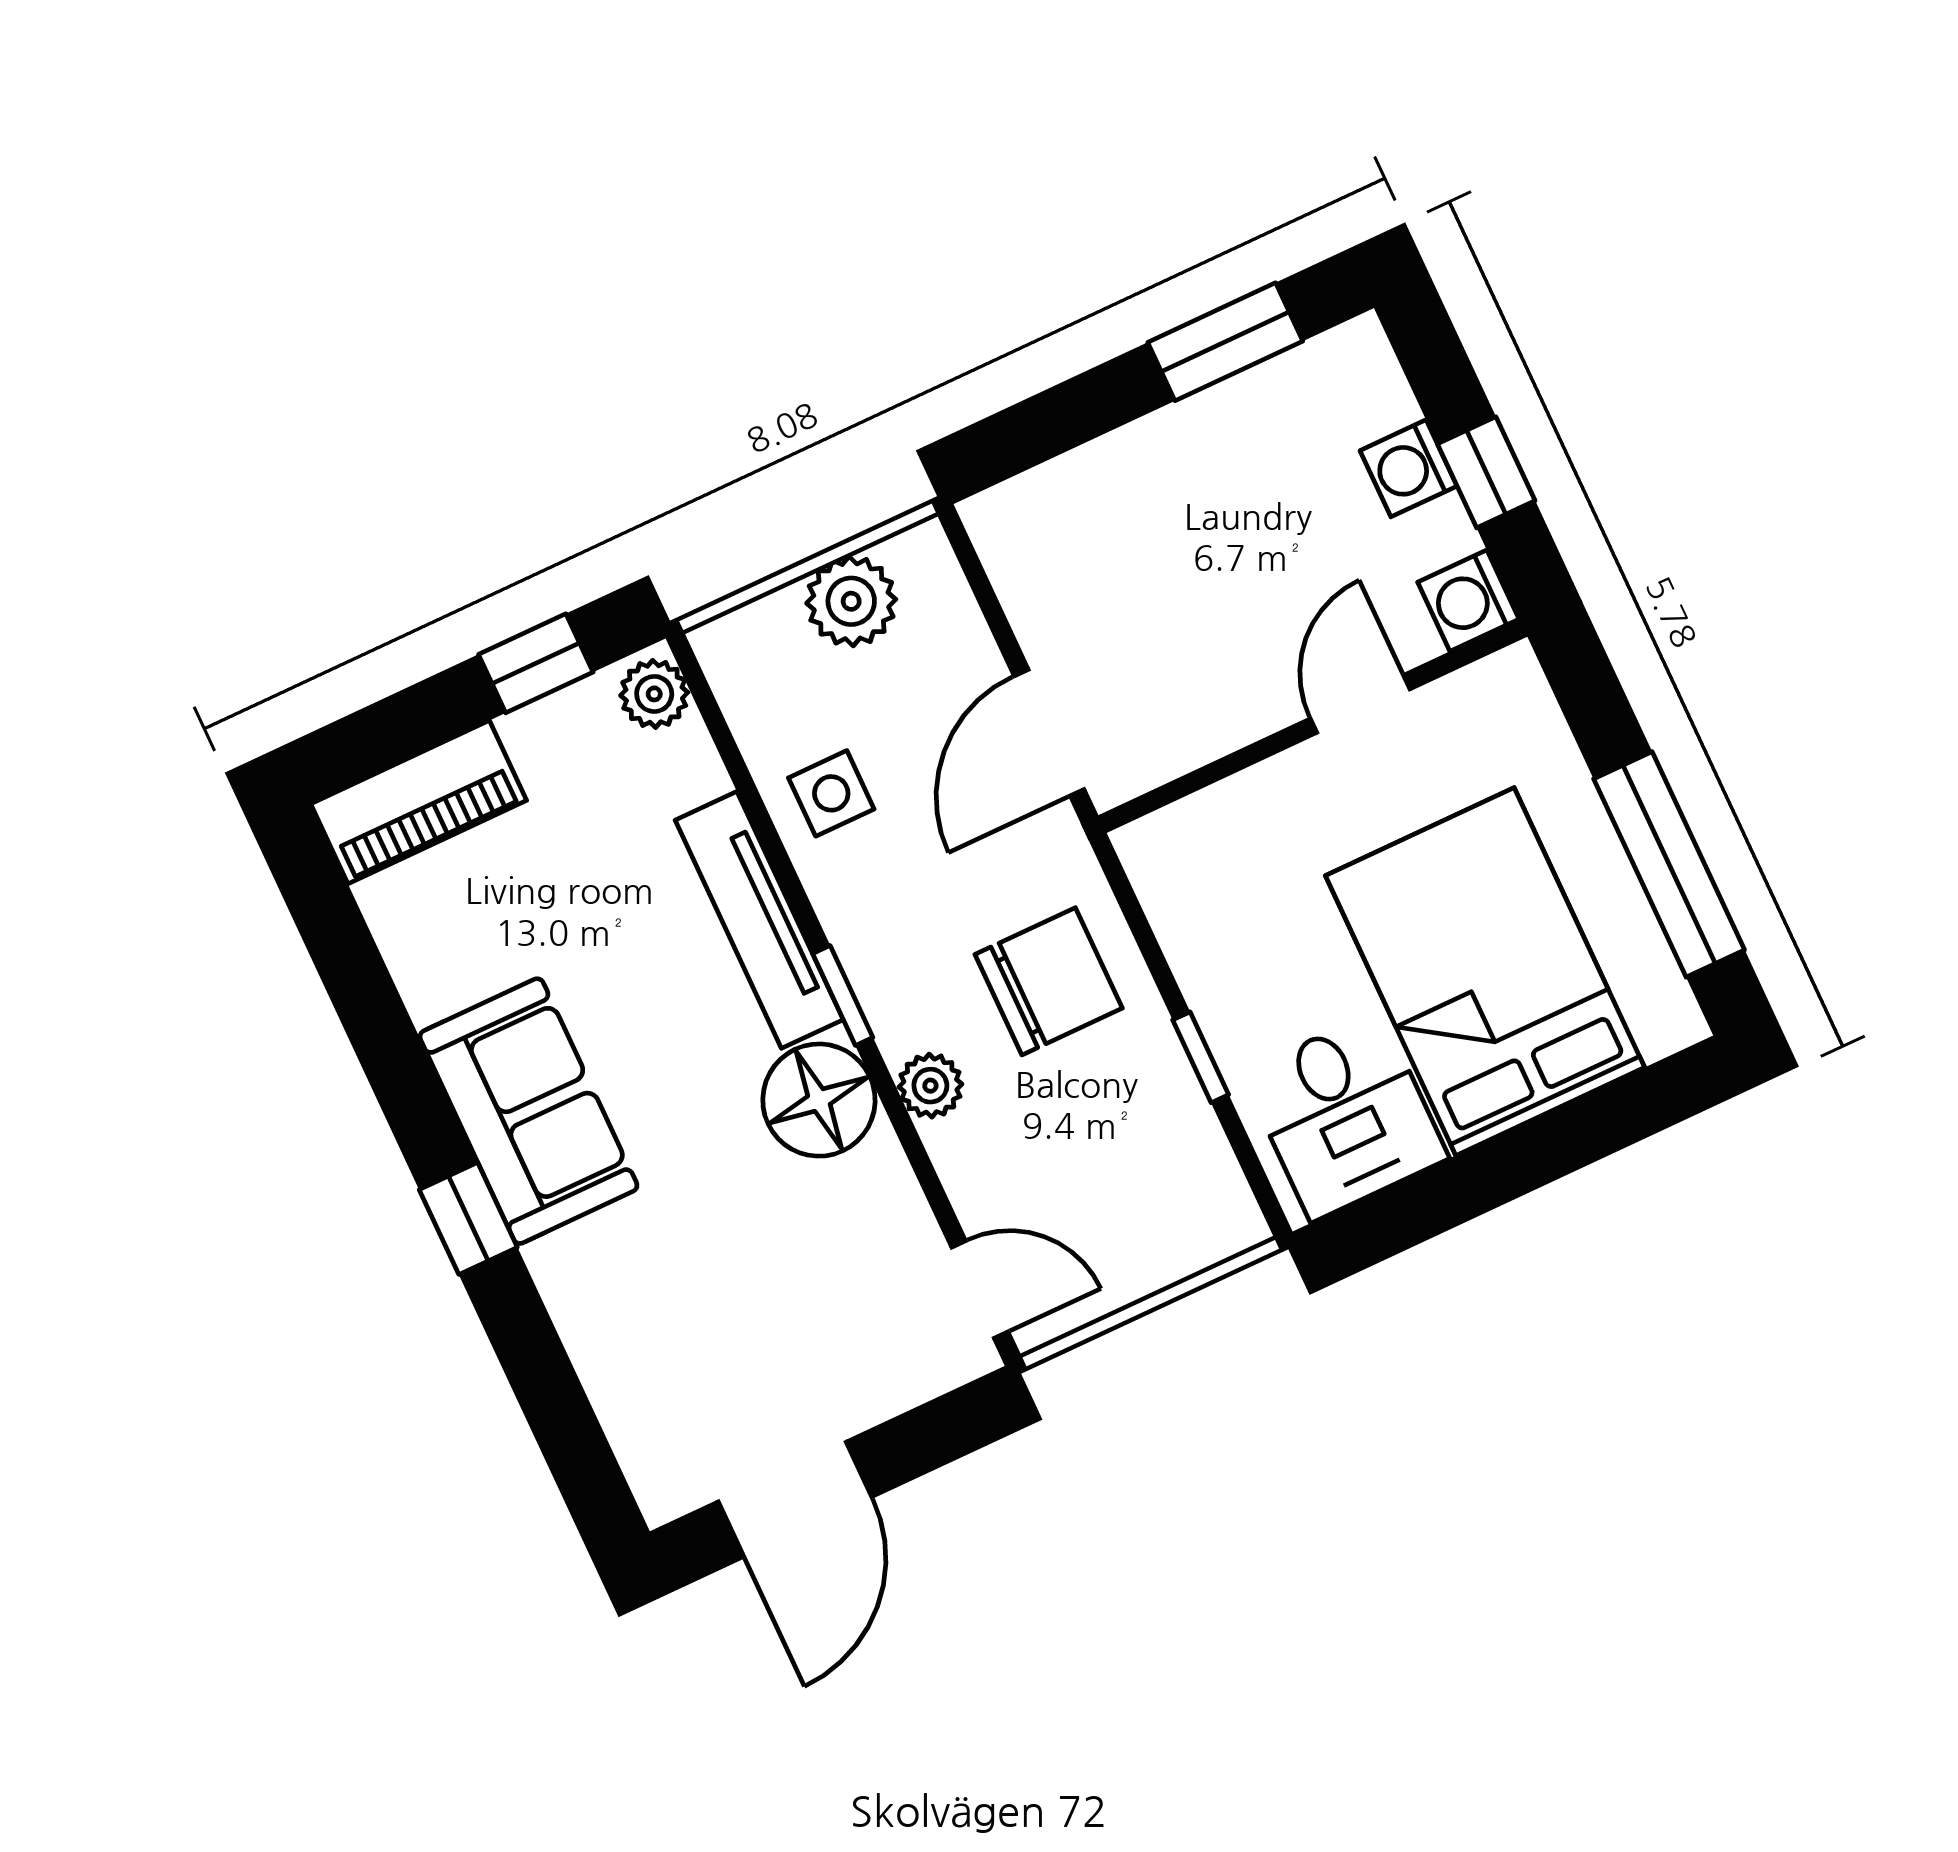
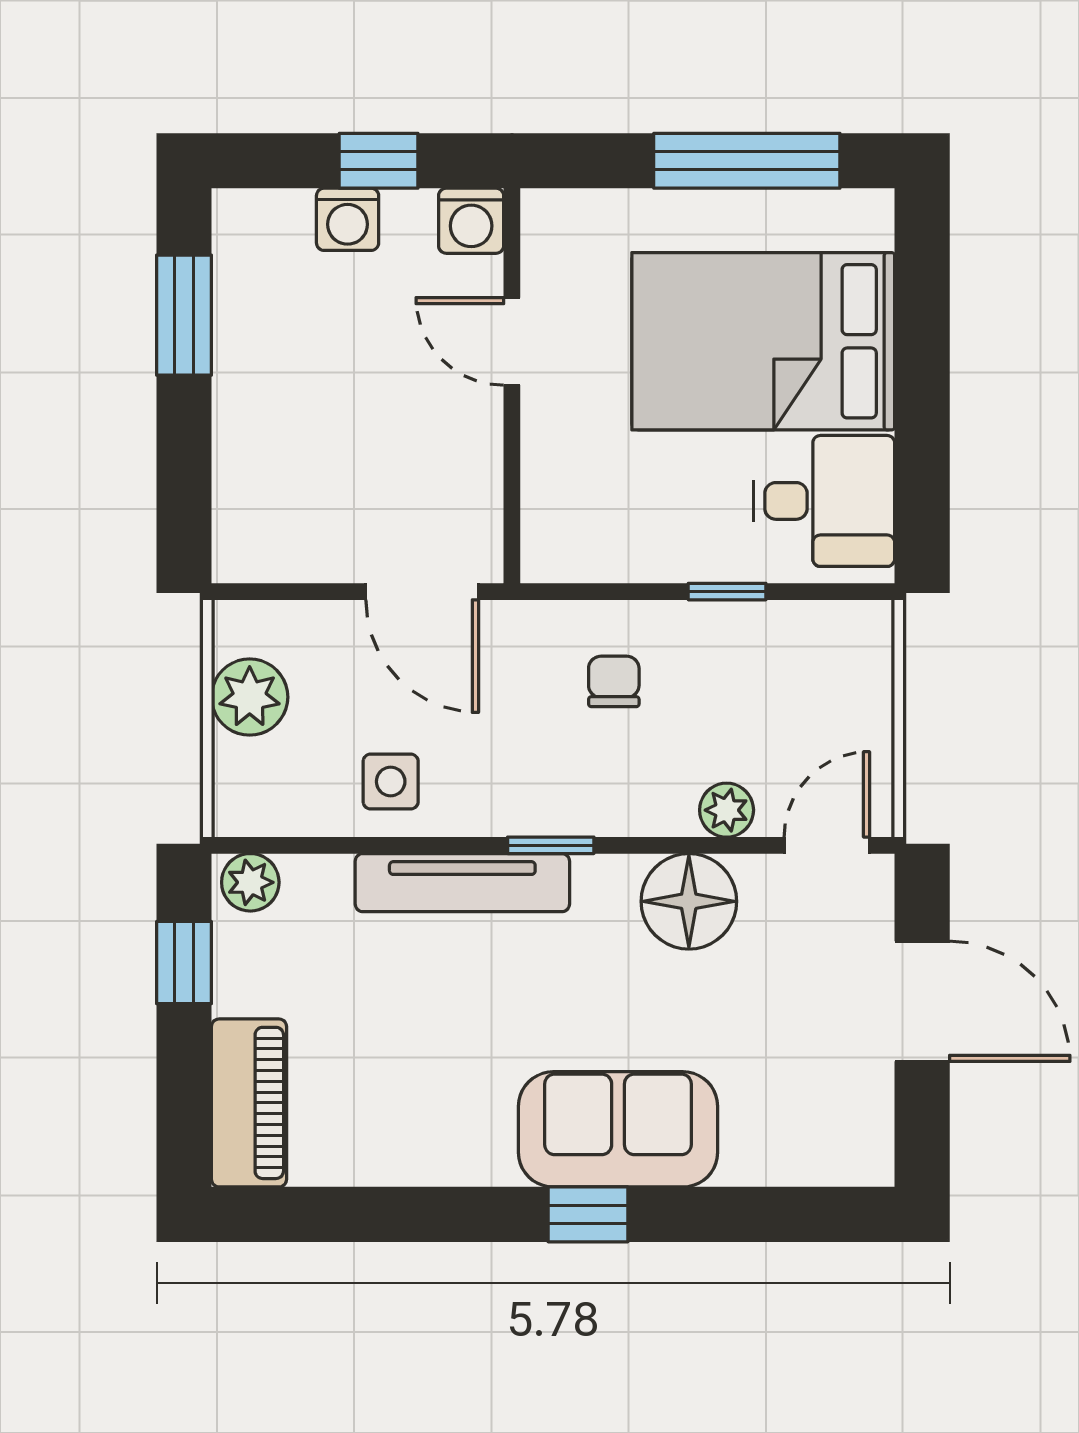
chair: (1049, 981) -> (614, 681), width x0.54, depth x0.54
plant: (930, 1086) -> (727, 810), moved
floor lamp: (819, 1100) -> (689, 901), moved
sofa: (528, 1111) -> (618, 1129), moved
door: (795, 1499) -> (922, 1001), moved

